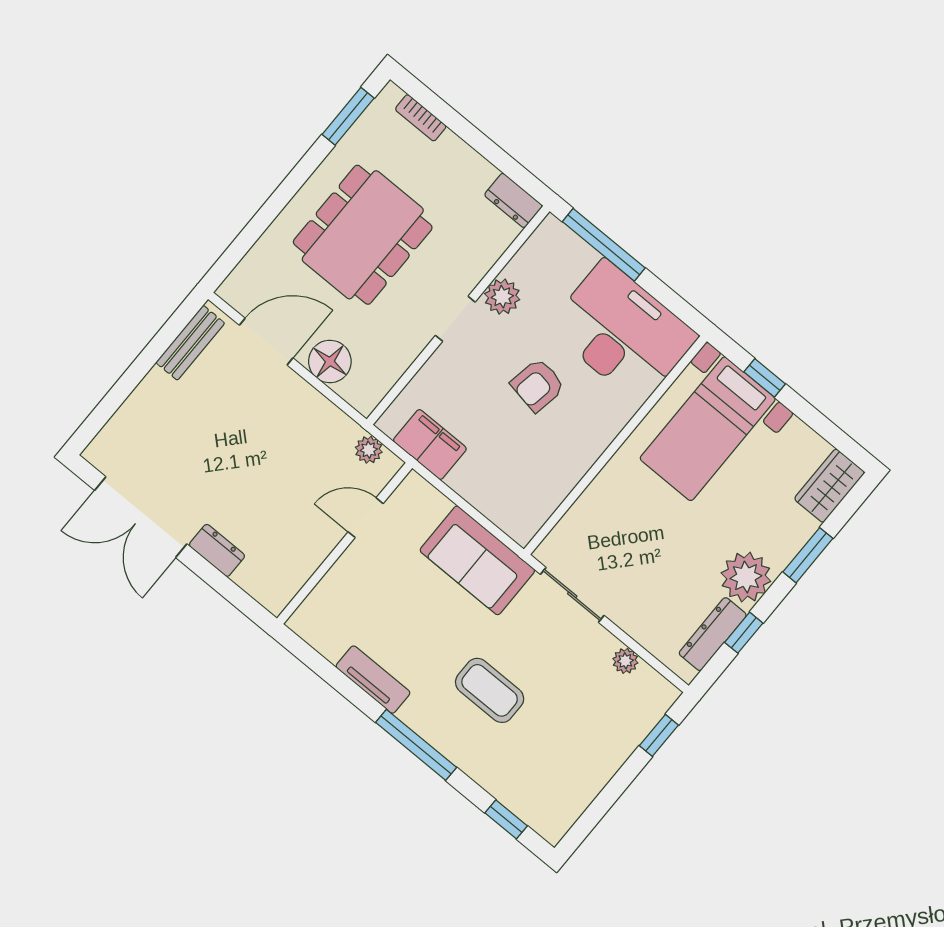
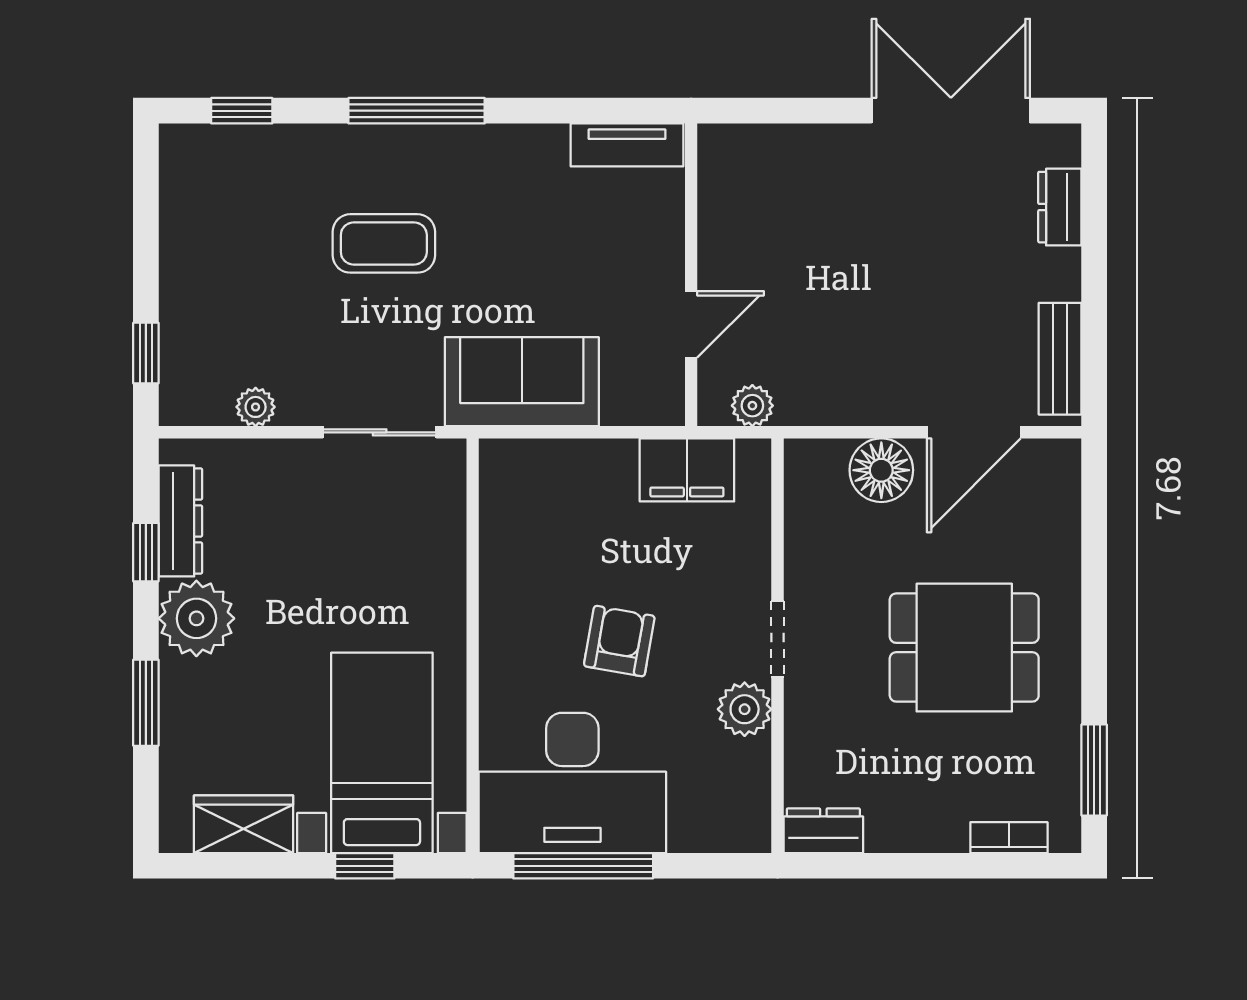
dining table: (363, 235) -> (964, 648), width x0.73
window: (604, 245) -> (583, 866), moved
wardrobe: (829, 486) -> (244, 824), moved, turned -90
dresser: (217, 550) -> (1060, 207), moved, turned 90
tv unit: (373, 680) -> (627, 145), moved

